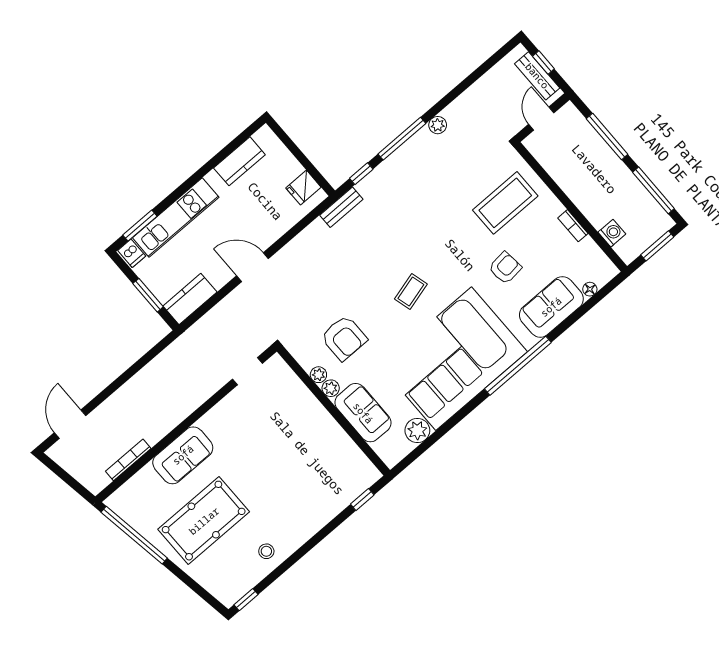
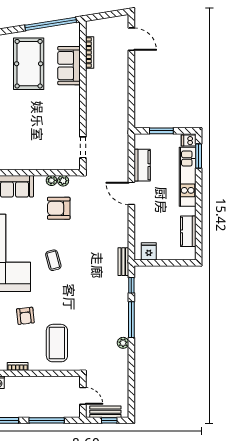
door: (253, 267) -> (131, 193), swing flipped
kitchen counter: (190, 299) -> (142, 165), moved
plant: (331, 388) -> (63, 181), moved
sofa: (183, 455) -> (69, 66), moved

